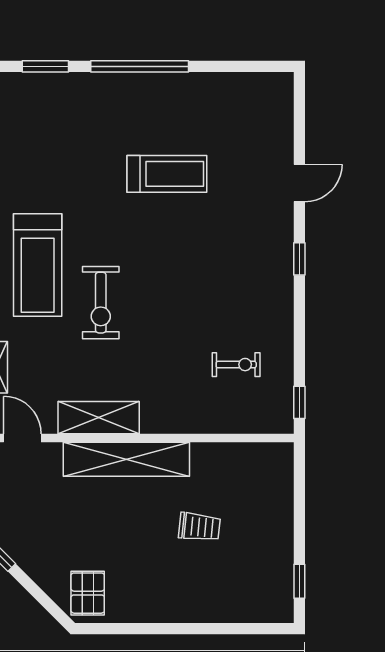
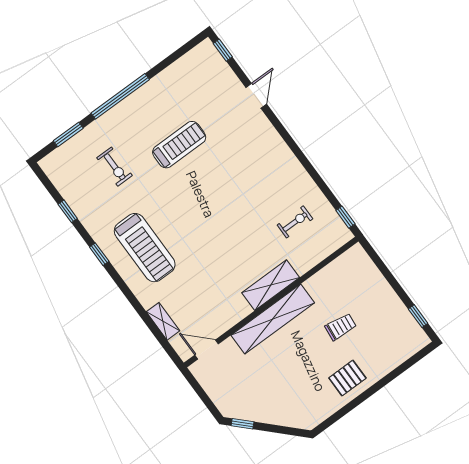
window: (299, 259) -> (223, 50), moved
exercise bike: (101, 303) -> (115, 167), moved, width x0.73, depth x0.72
shelving: (99, 418) -> (271, 285), moved
pallet: (88, 593) -> (347, 378), moved, turned 90

